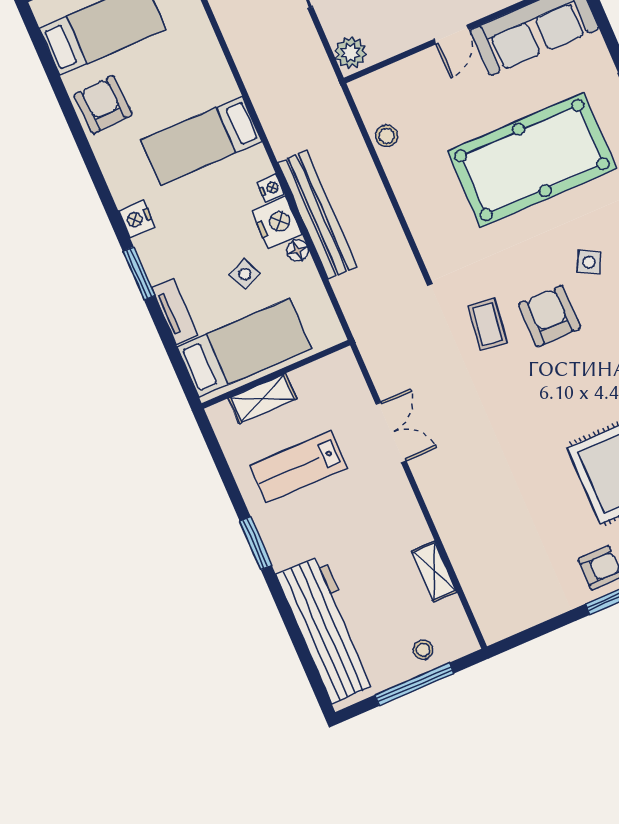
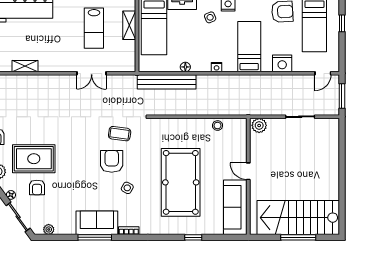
bench: (317, 215) -> (167, 82), moved
nightstand: (277, 223) -> (282, 63), moved
side table: (245, 274) -> (210, 17), moved
armchair: (549, 316) -> (112, 161), turned -90
lab bench: (299, 467) -> (94, 28), turned 180

